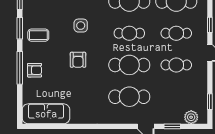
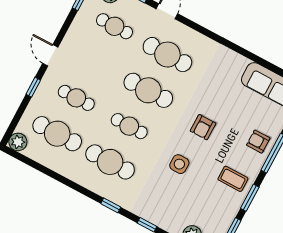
armchair: (78, 60) -> (203, 127), turned 180
cafe table: (176, 65) -> (114, 26), moved

